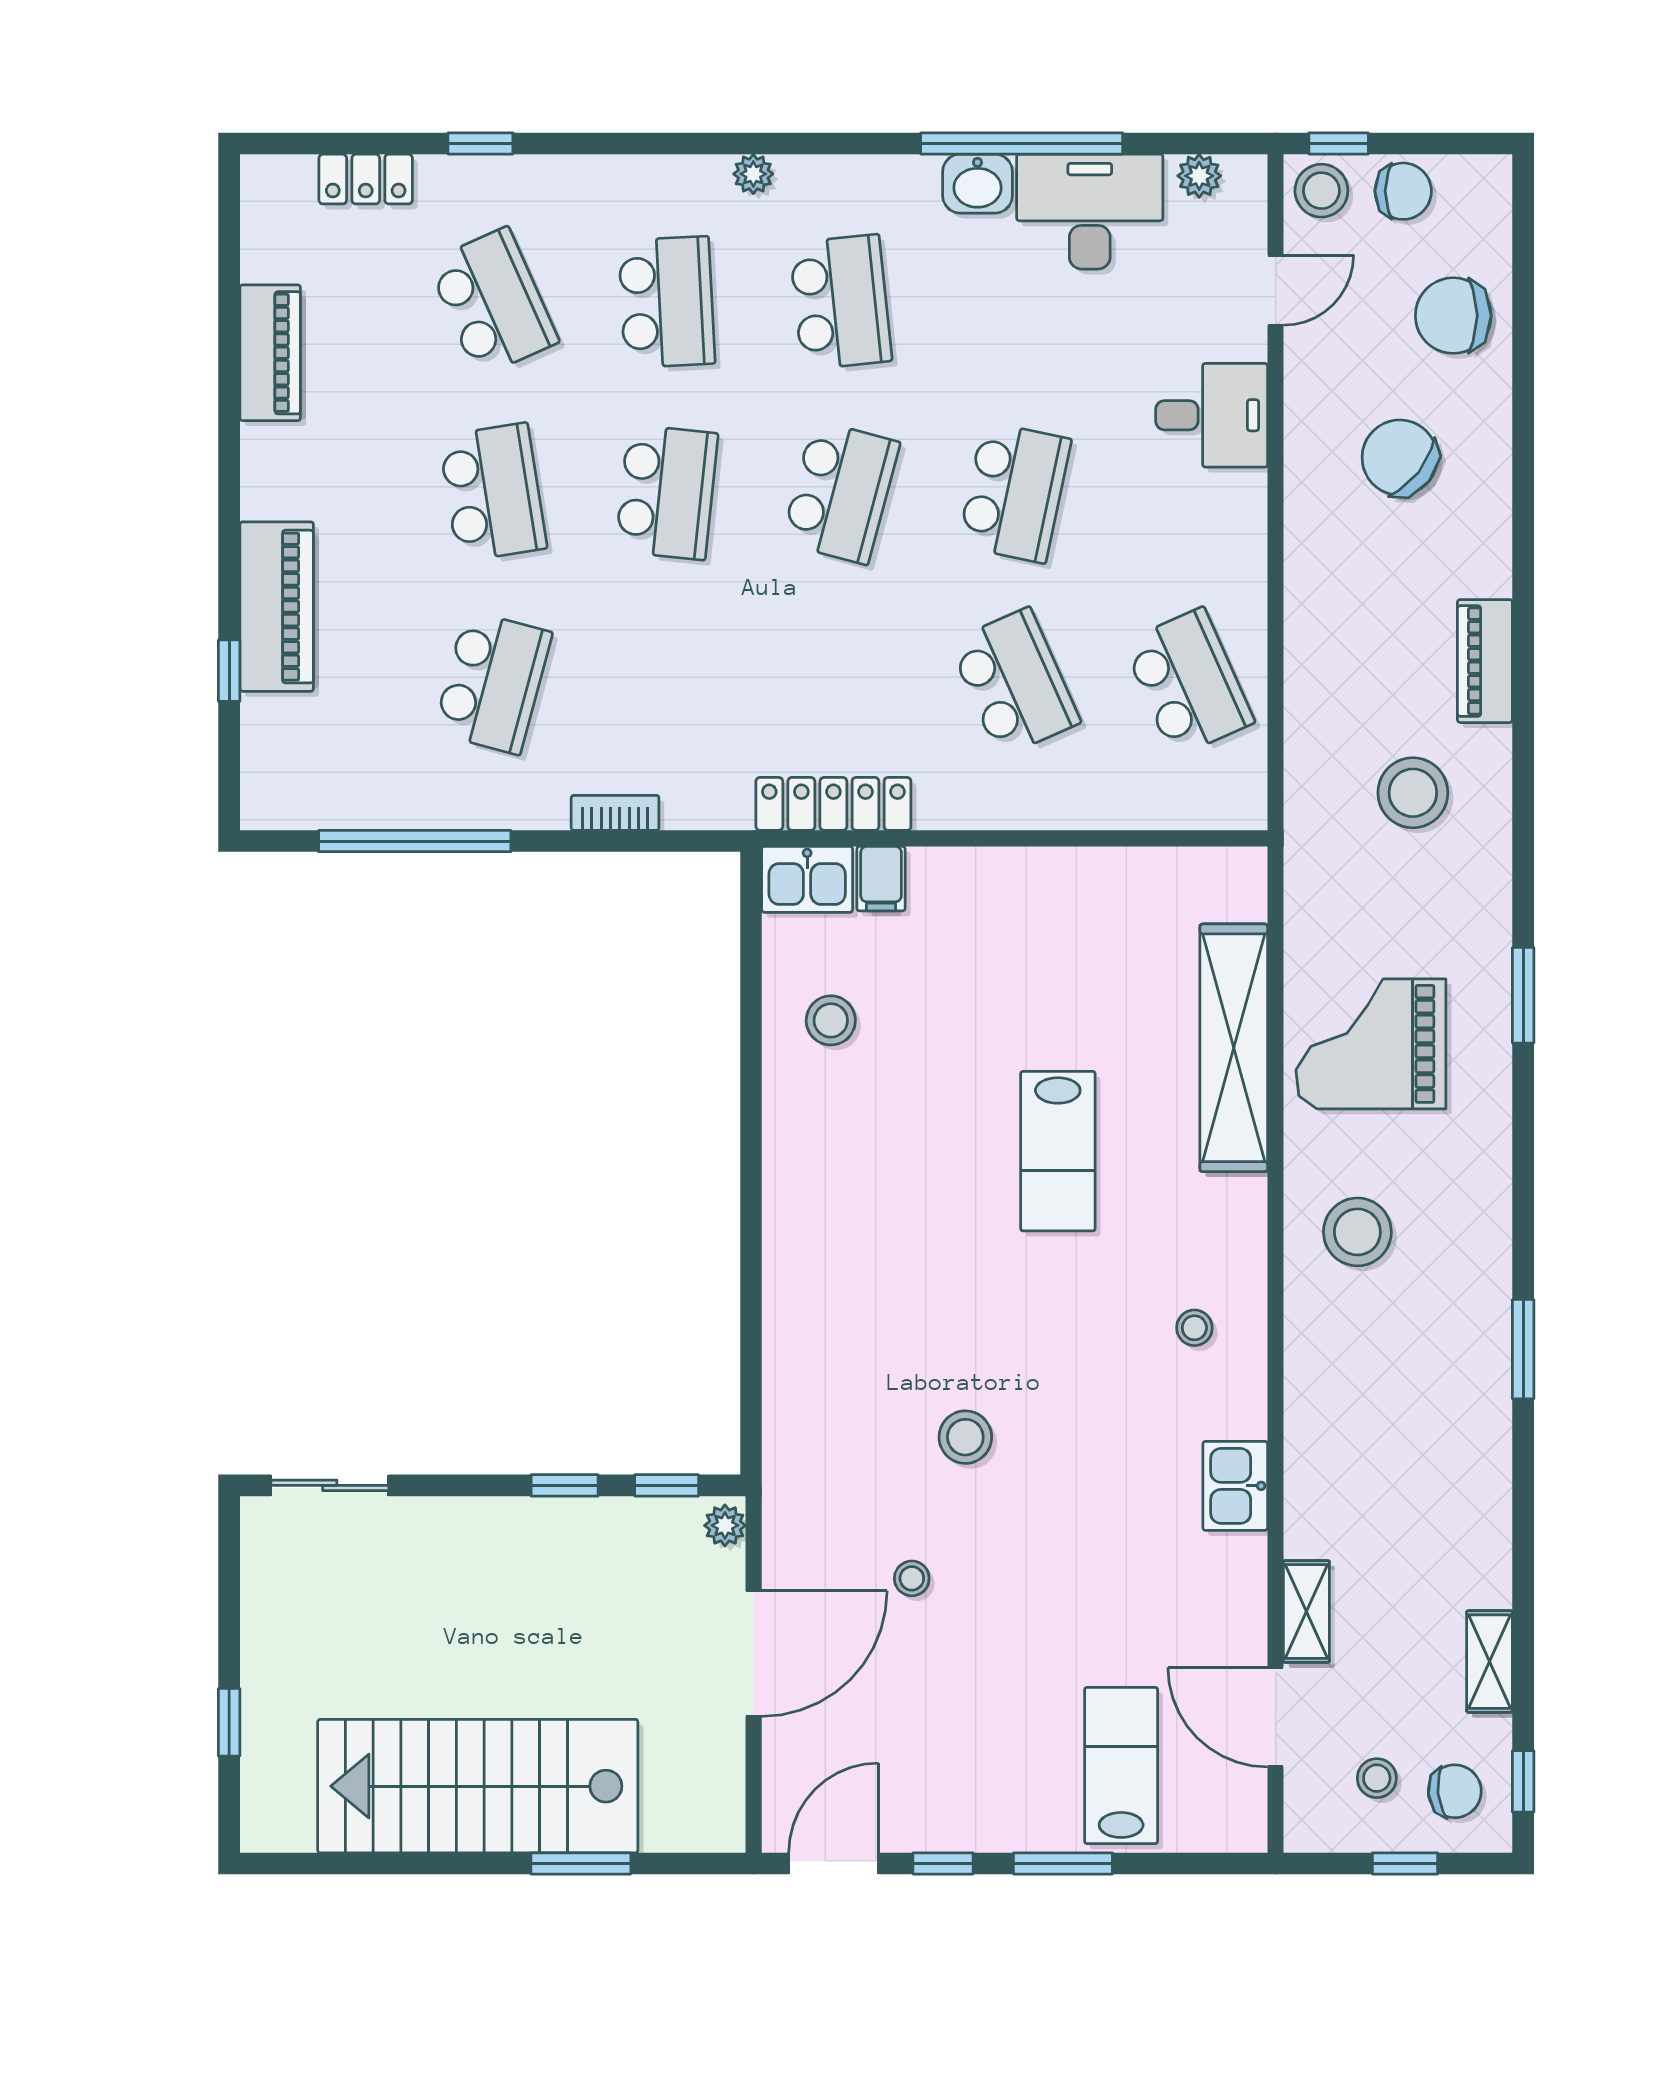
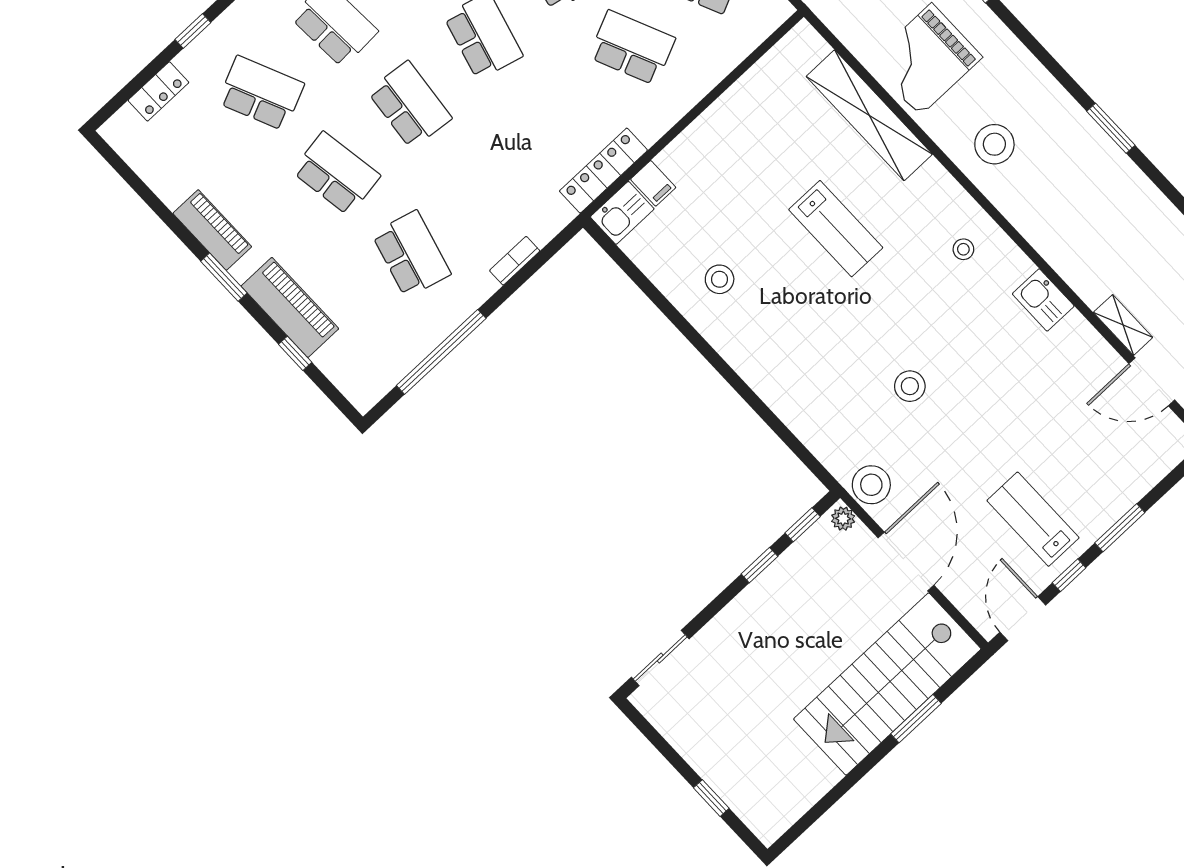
piano: (270, 353) -> (212, 230), moved
window: (229, 490) -> (224, 277), added
stool: (831, 1020) -> (720, 279), moved
stool: (912, 1578) -> (871, 485), moved, width x1.89, depth x1.89
lab bench: (1121, 1766) -> (1033, 519), moved
stairs: (478, 1786) -> (887, 684), moved

